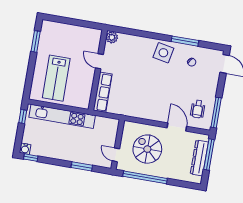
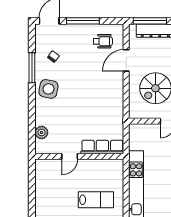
plant: (112, 37) -> (42, 132), moved
lab bench: (56, 78) -> (96, 200), width x0.73, depth x0.72
window: (216, 113) -> (83, 21), moved

